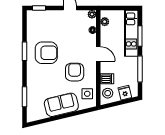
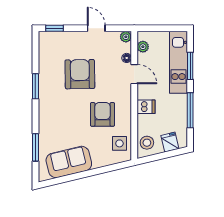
armchair: (46, 53) -> (80, 74), moved, turned -91
door: (98, 54) -> (134, 74), moved
dishwasher: (107, 79) -> (146, 107), moved
sofa: (61, 105) -> (69, 162), moved

